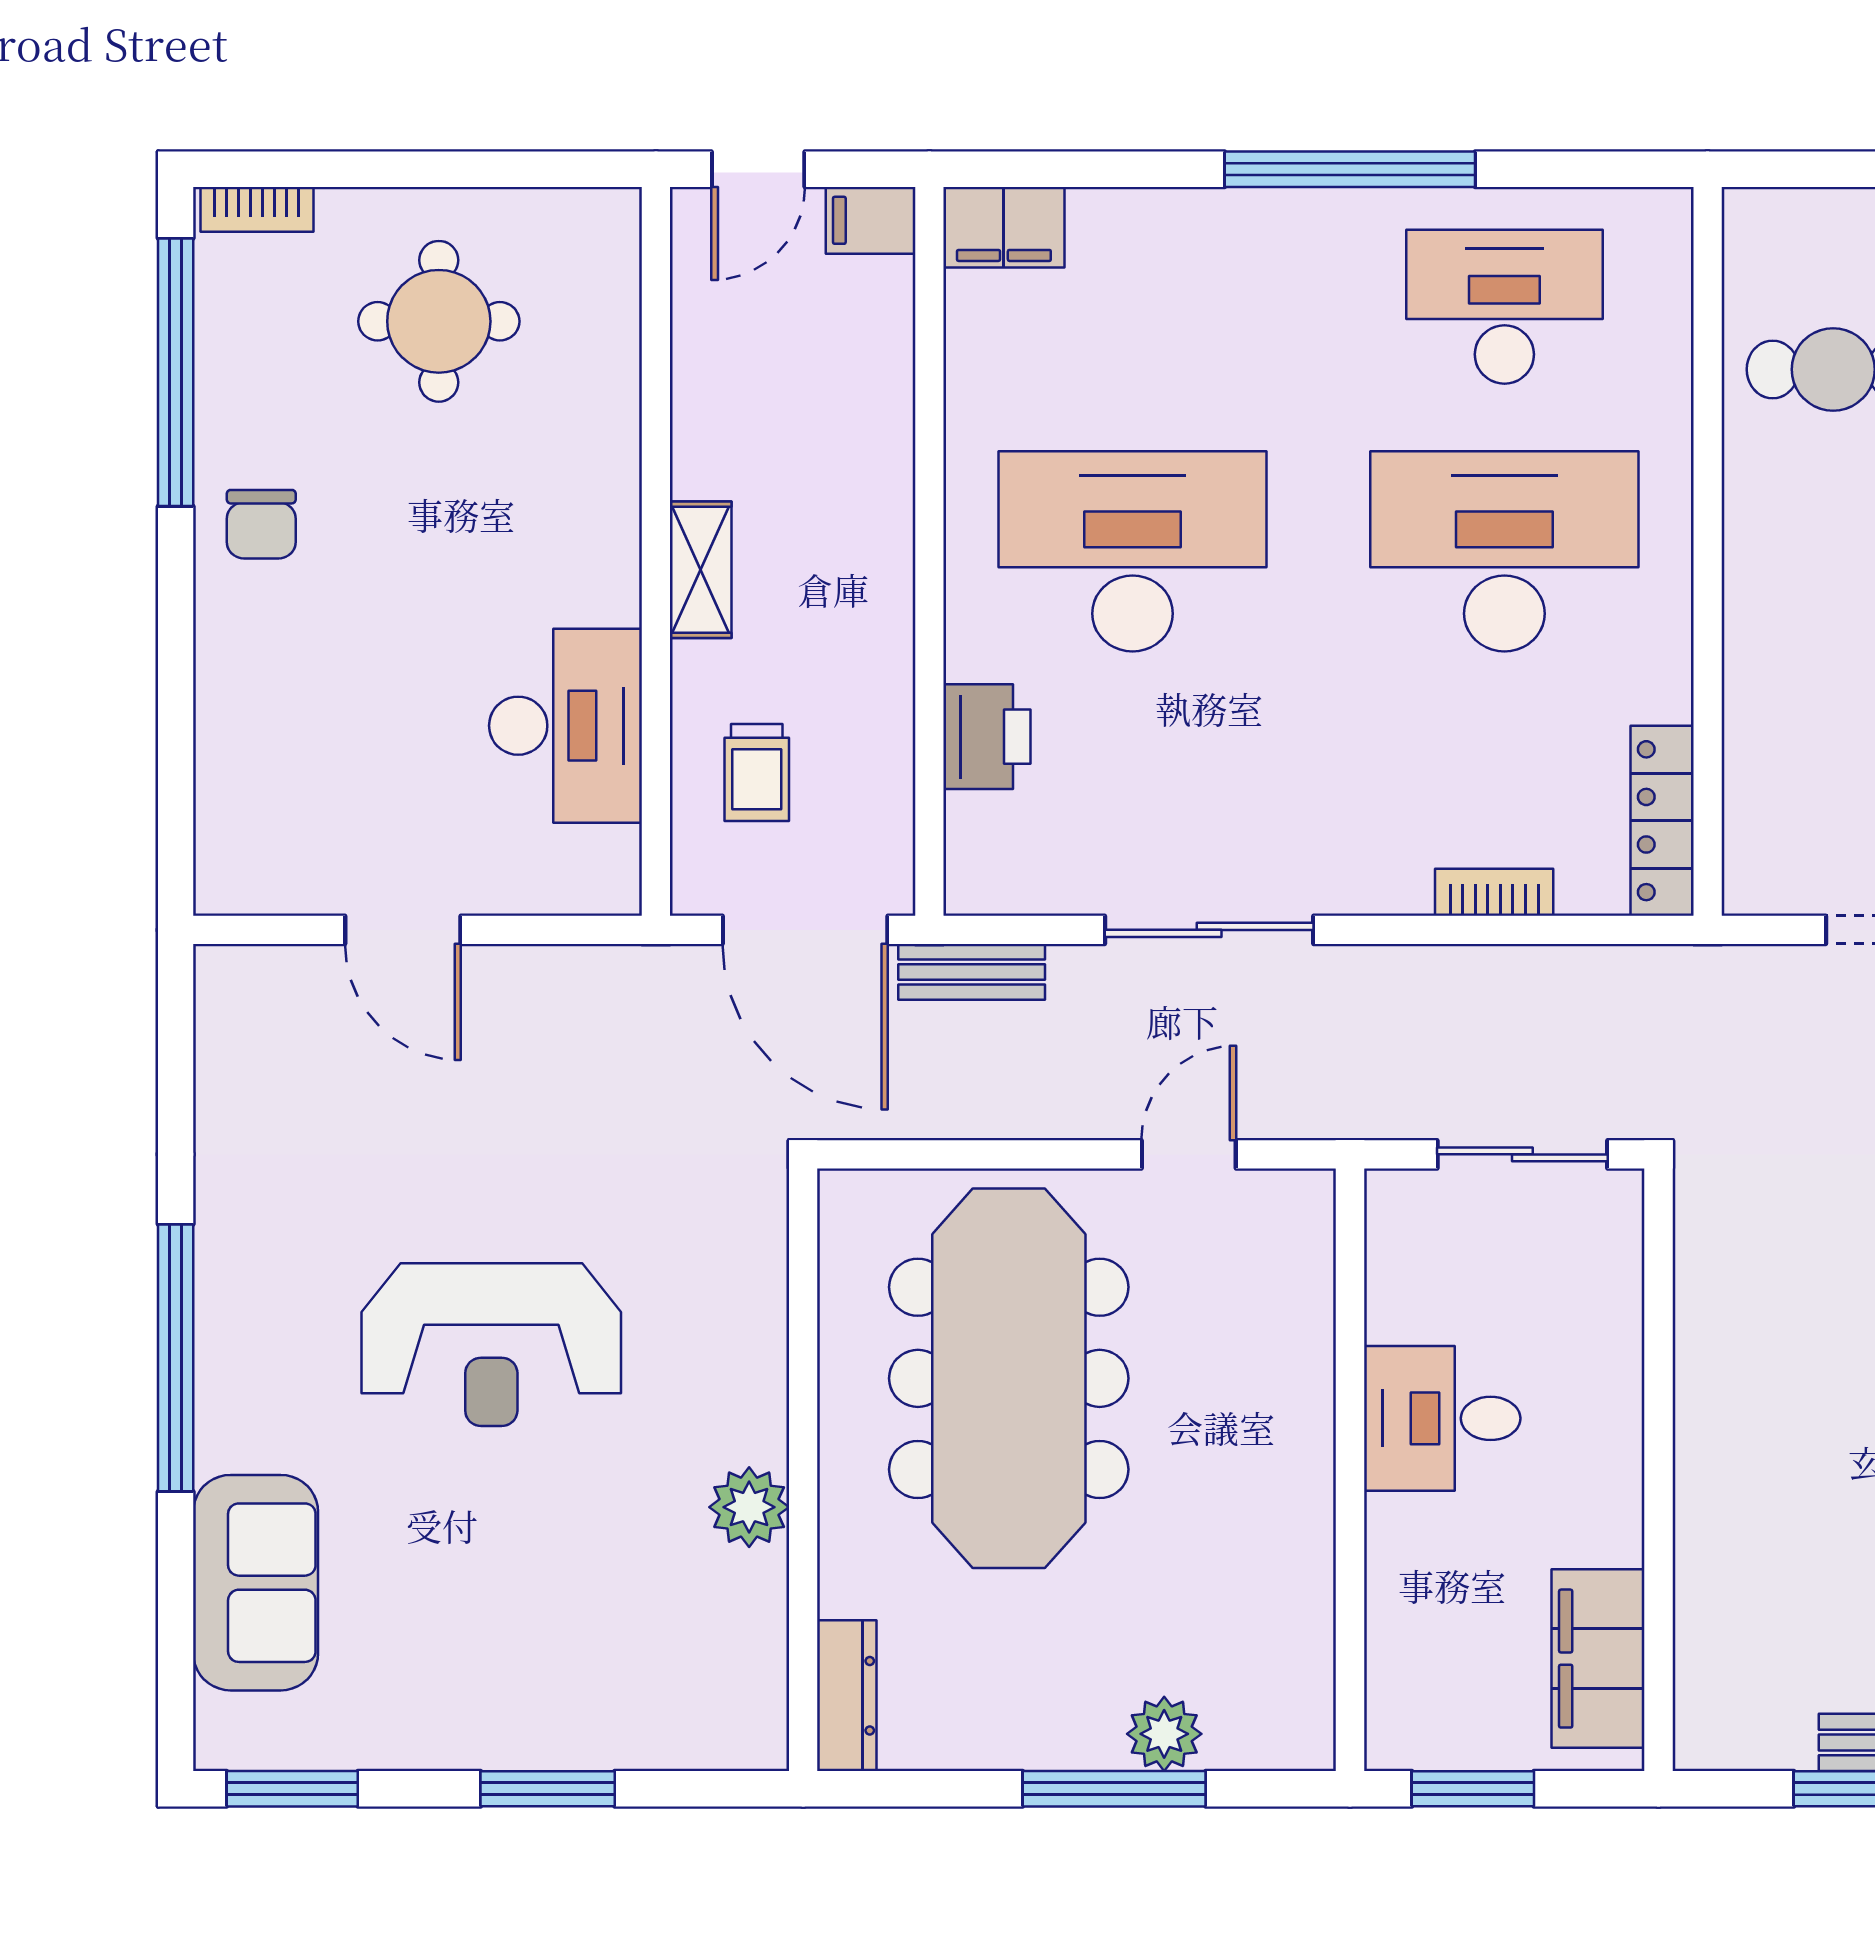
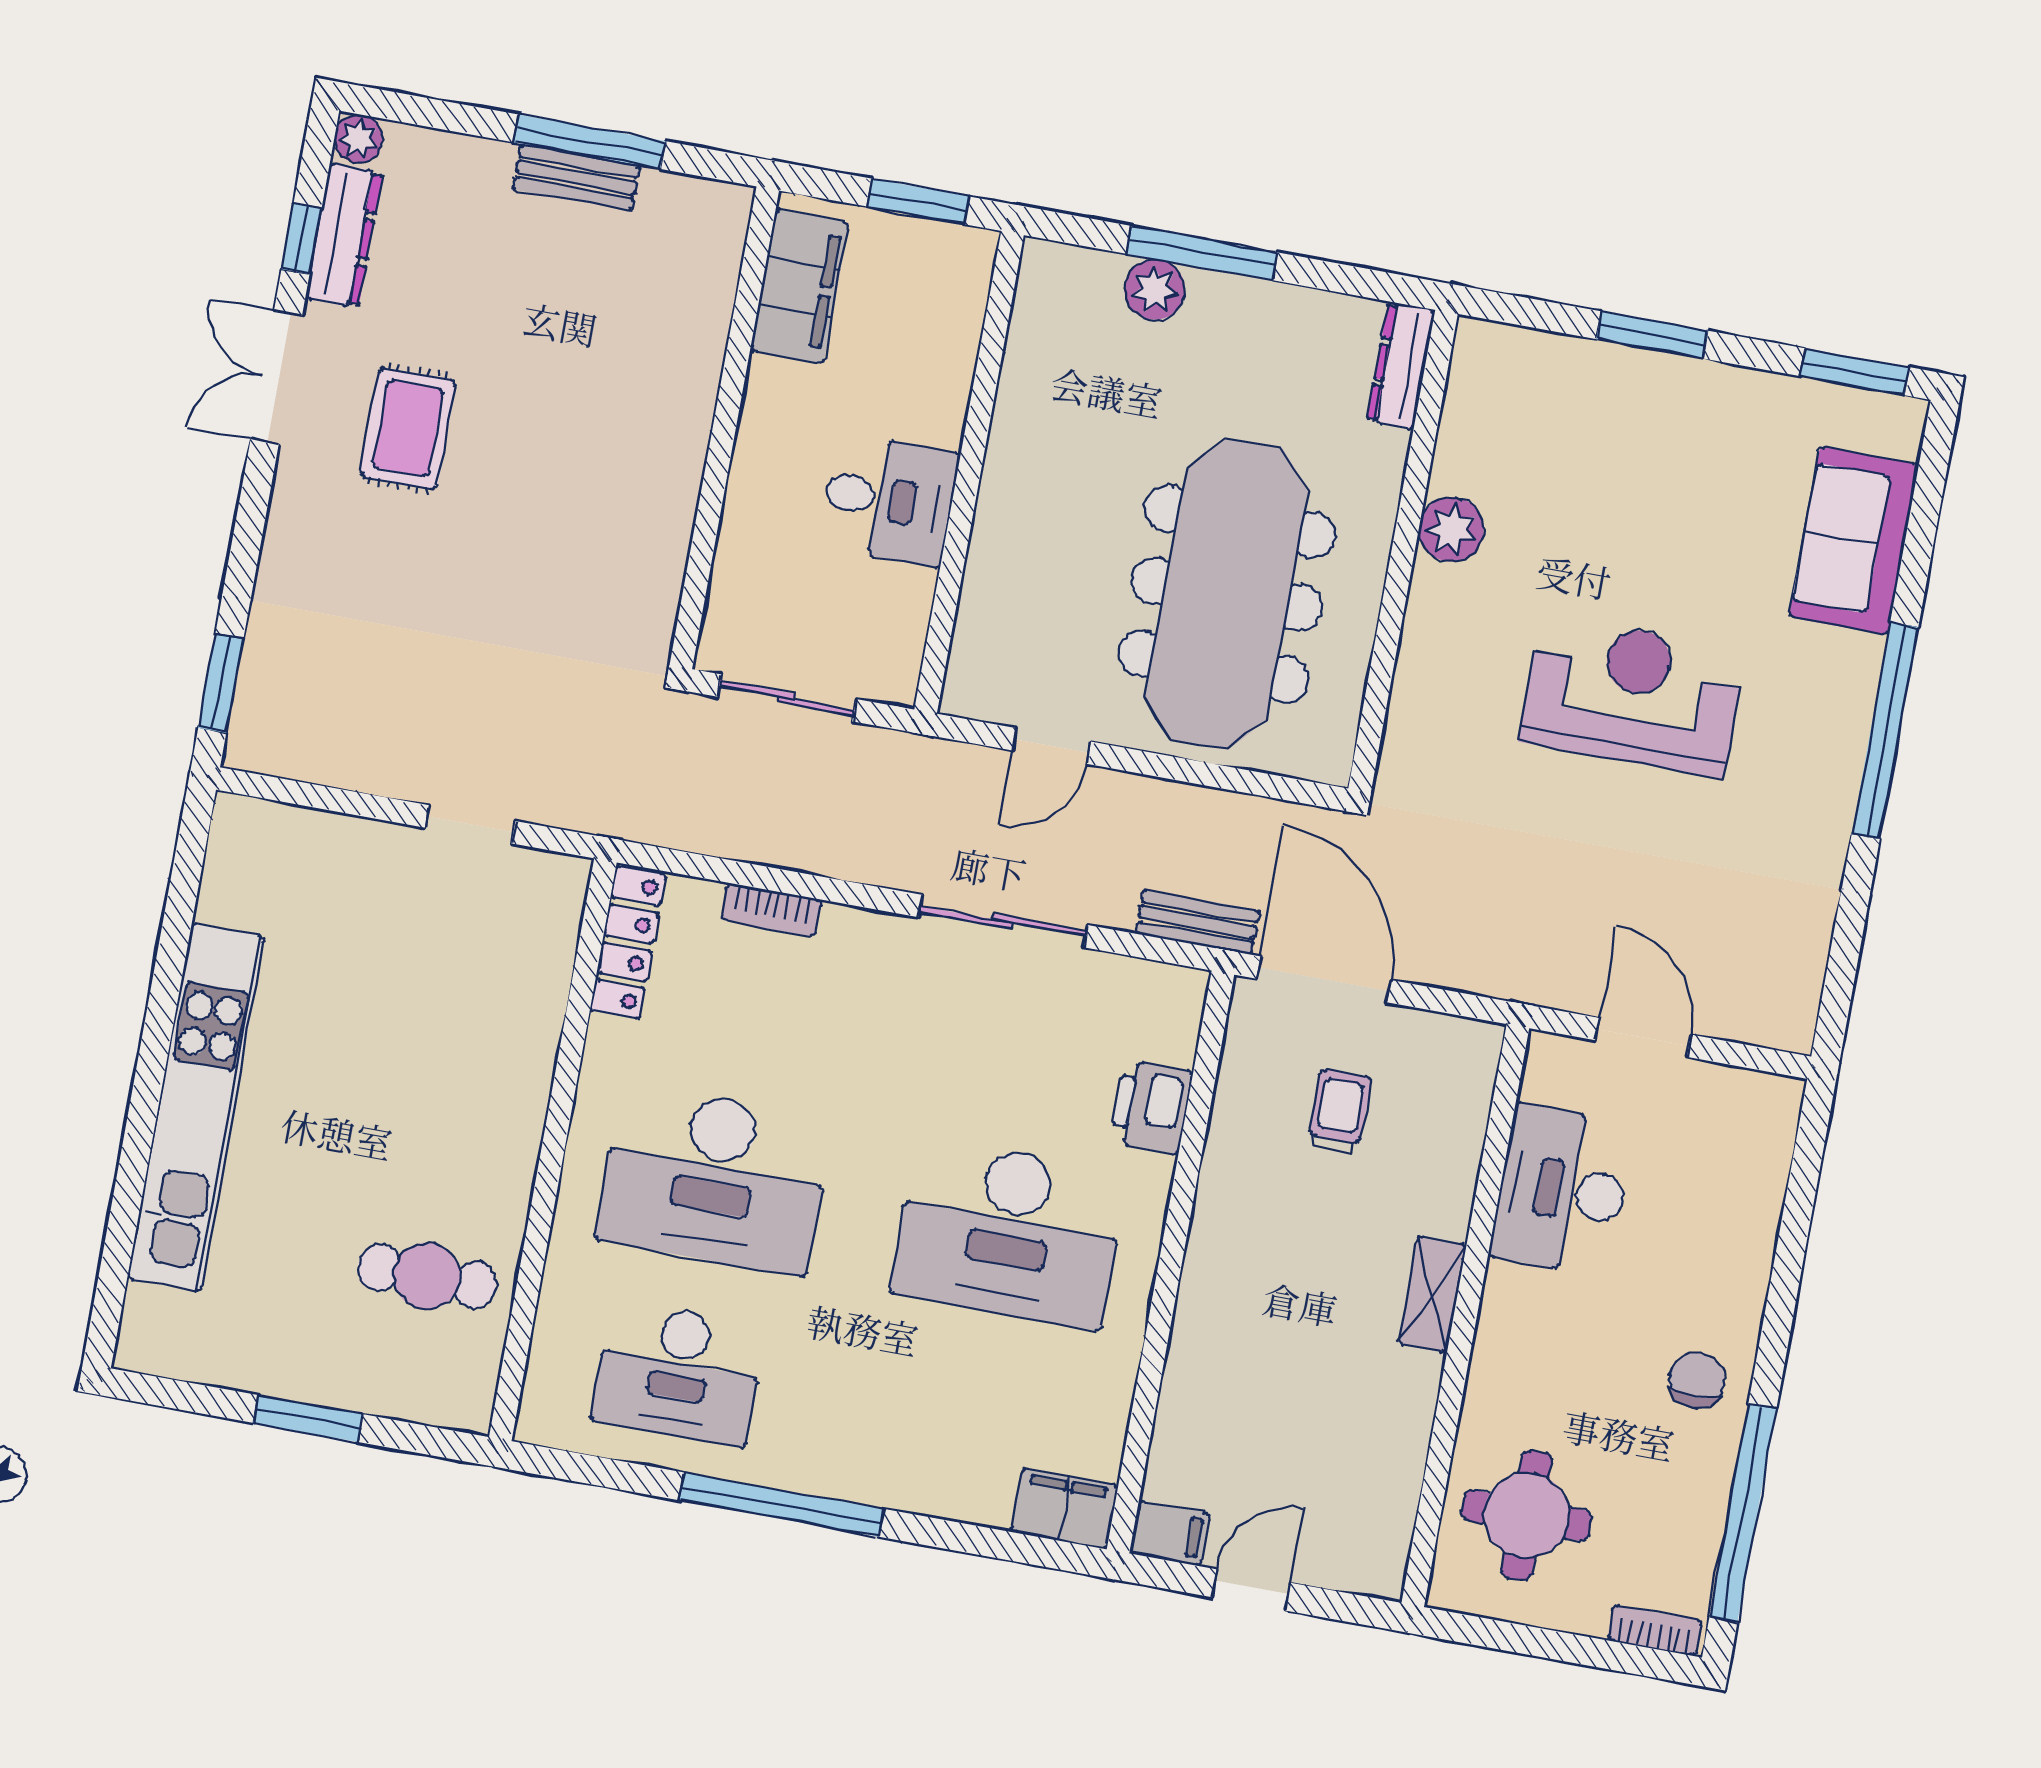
wall: (656, 551) -> (1465, 1316), moved
shelving: (701, 570) -> (1433, 1294), moved
desk: (566, 726) -> (1562, 1190), moved

